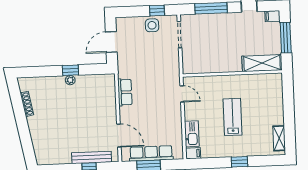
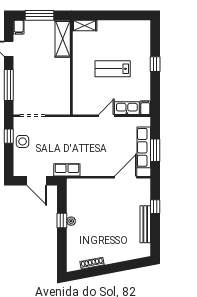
row of seats: (125, 92) -> (67, 170), moved
door: (182, 94) -> (106, 116), moved
shelving: (279, 138) -> (85, 26), moved
bench: (92, 157) -> (145, 224), moved

